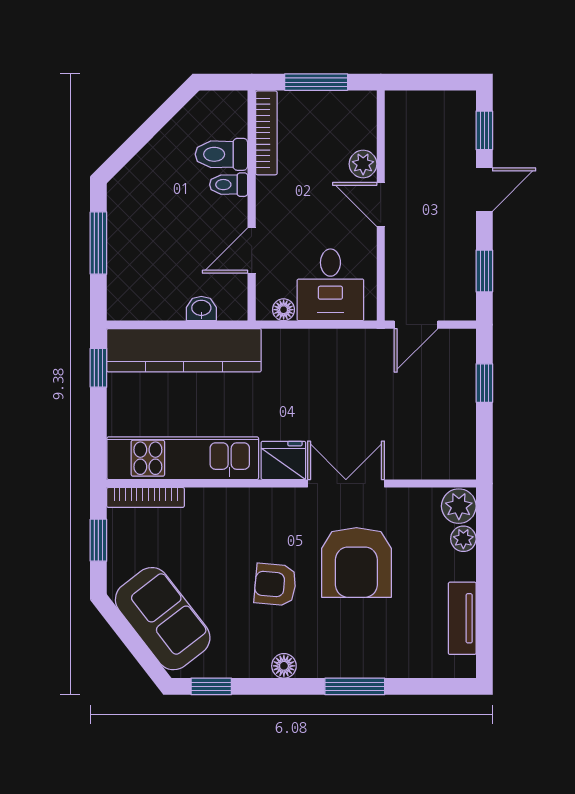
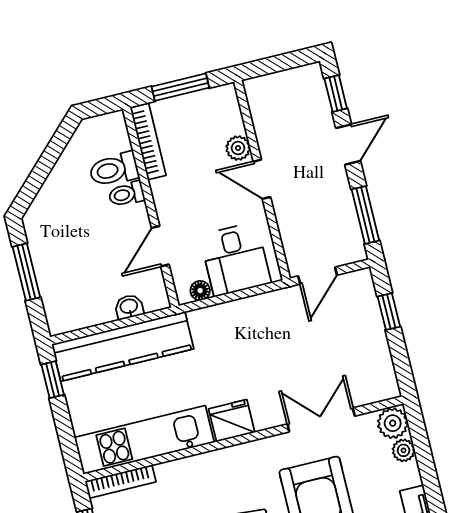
window: (484, 271) -> (365, 215), width x1.50
double door: (346, 484) -> (321, 420), moved

